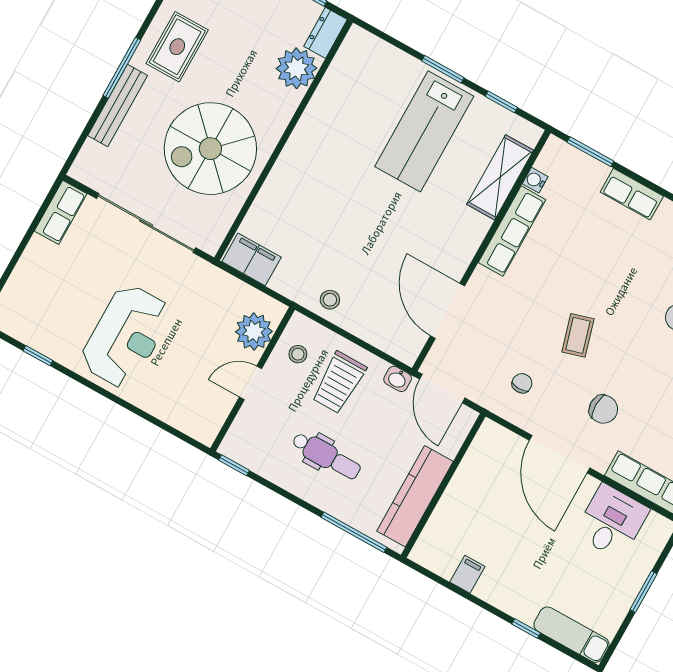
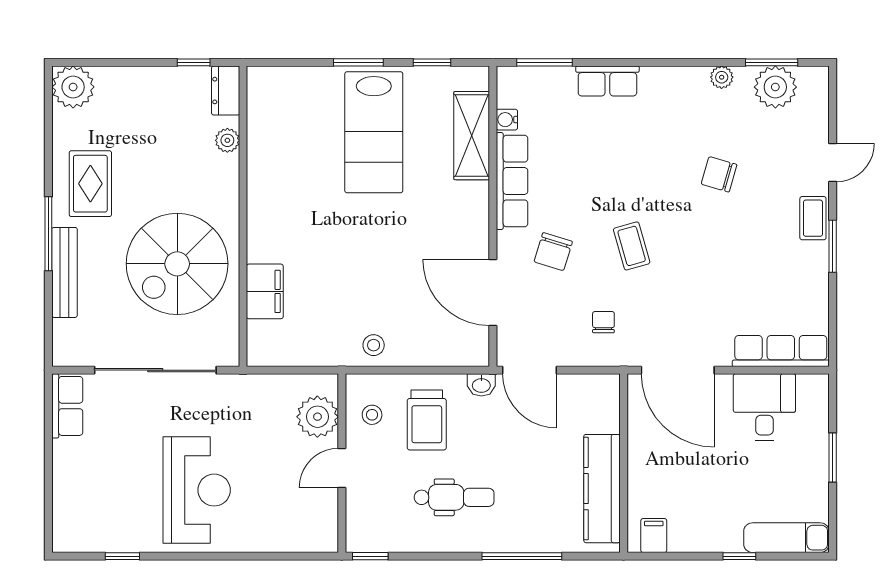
plant: (296, 68) -> (227, 140), width x0.53, depth x0.53
filing cabinet: (252, 259) -> (265, 291), moved, turned 90
chair: (603, 409) -> (553, 252), moved, turned 107
wall: (443, 486) -> (624, 463), moved
kitchen counter: (415, 496) -> (602, 489), moved

